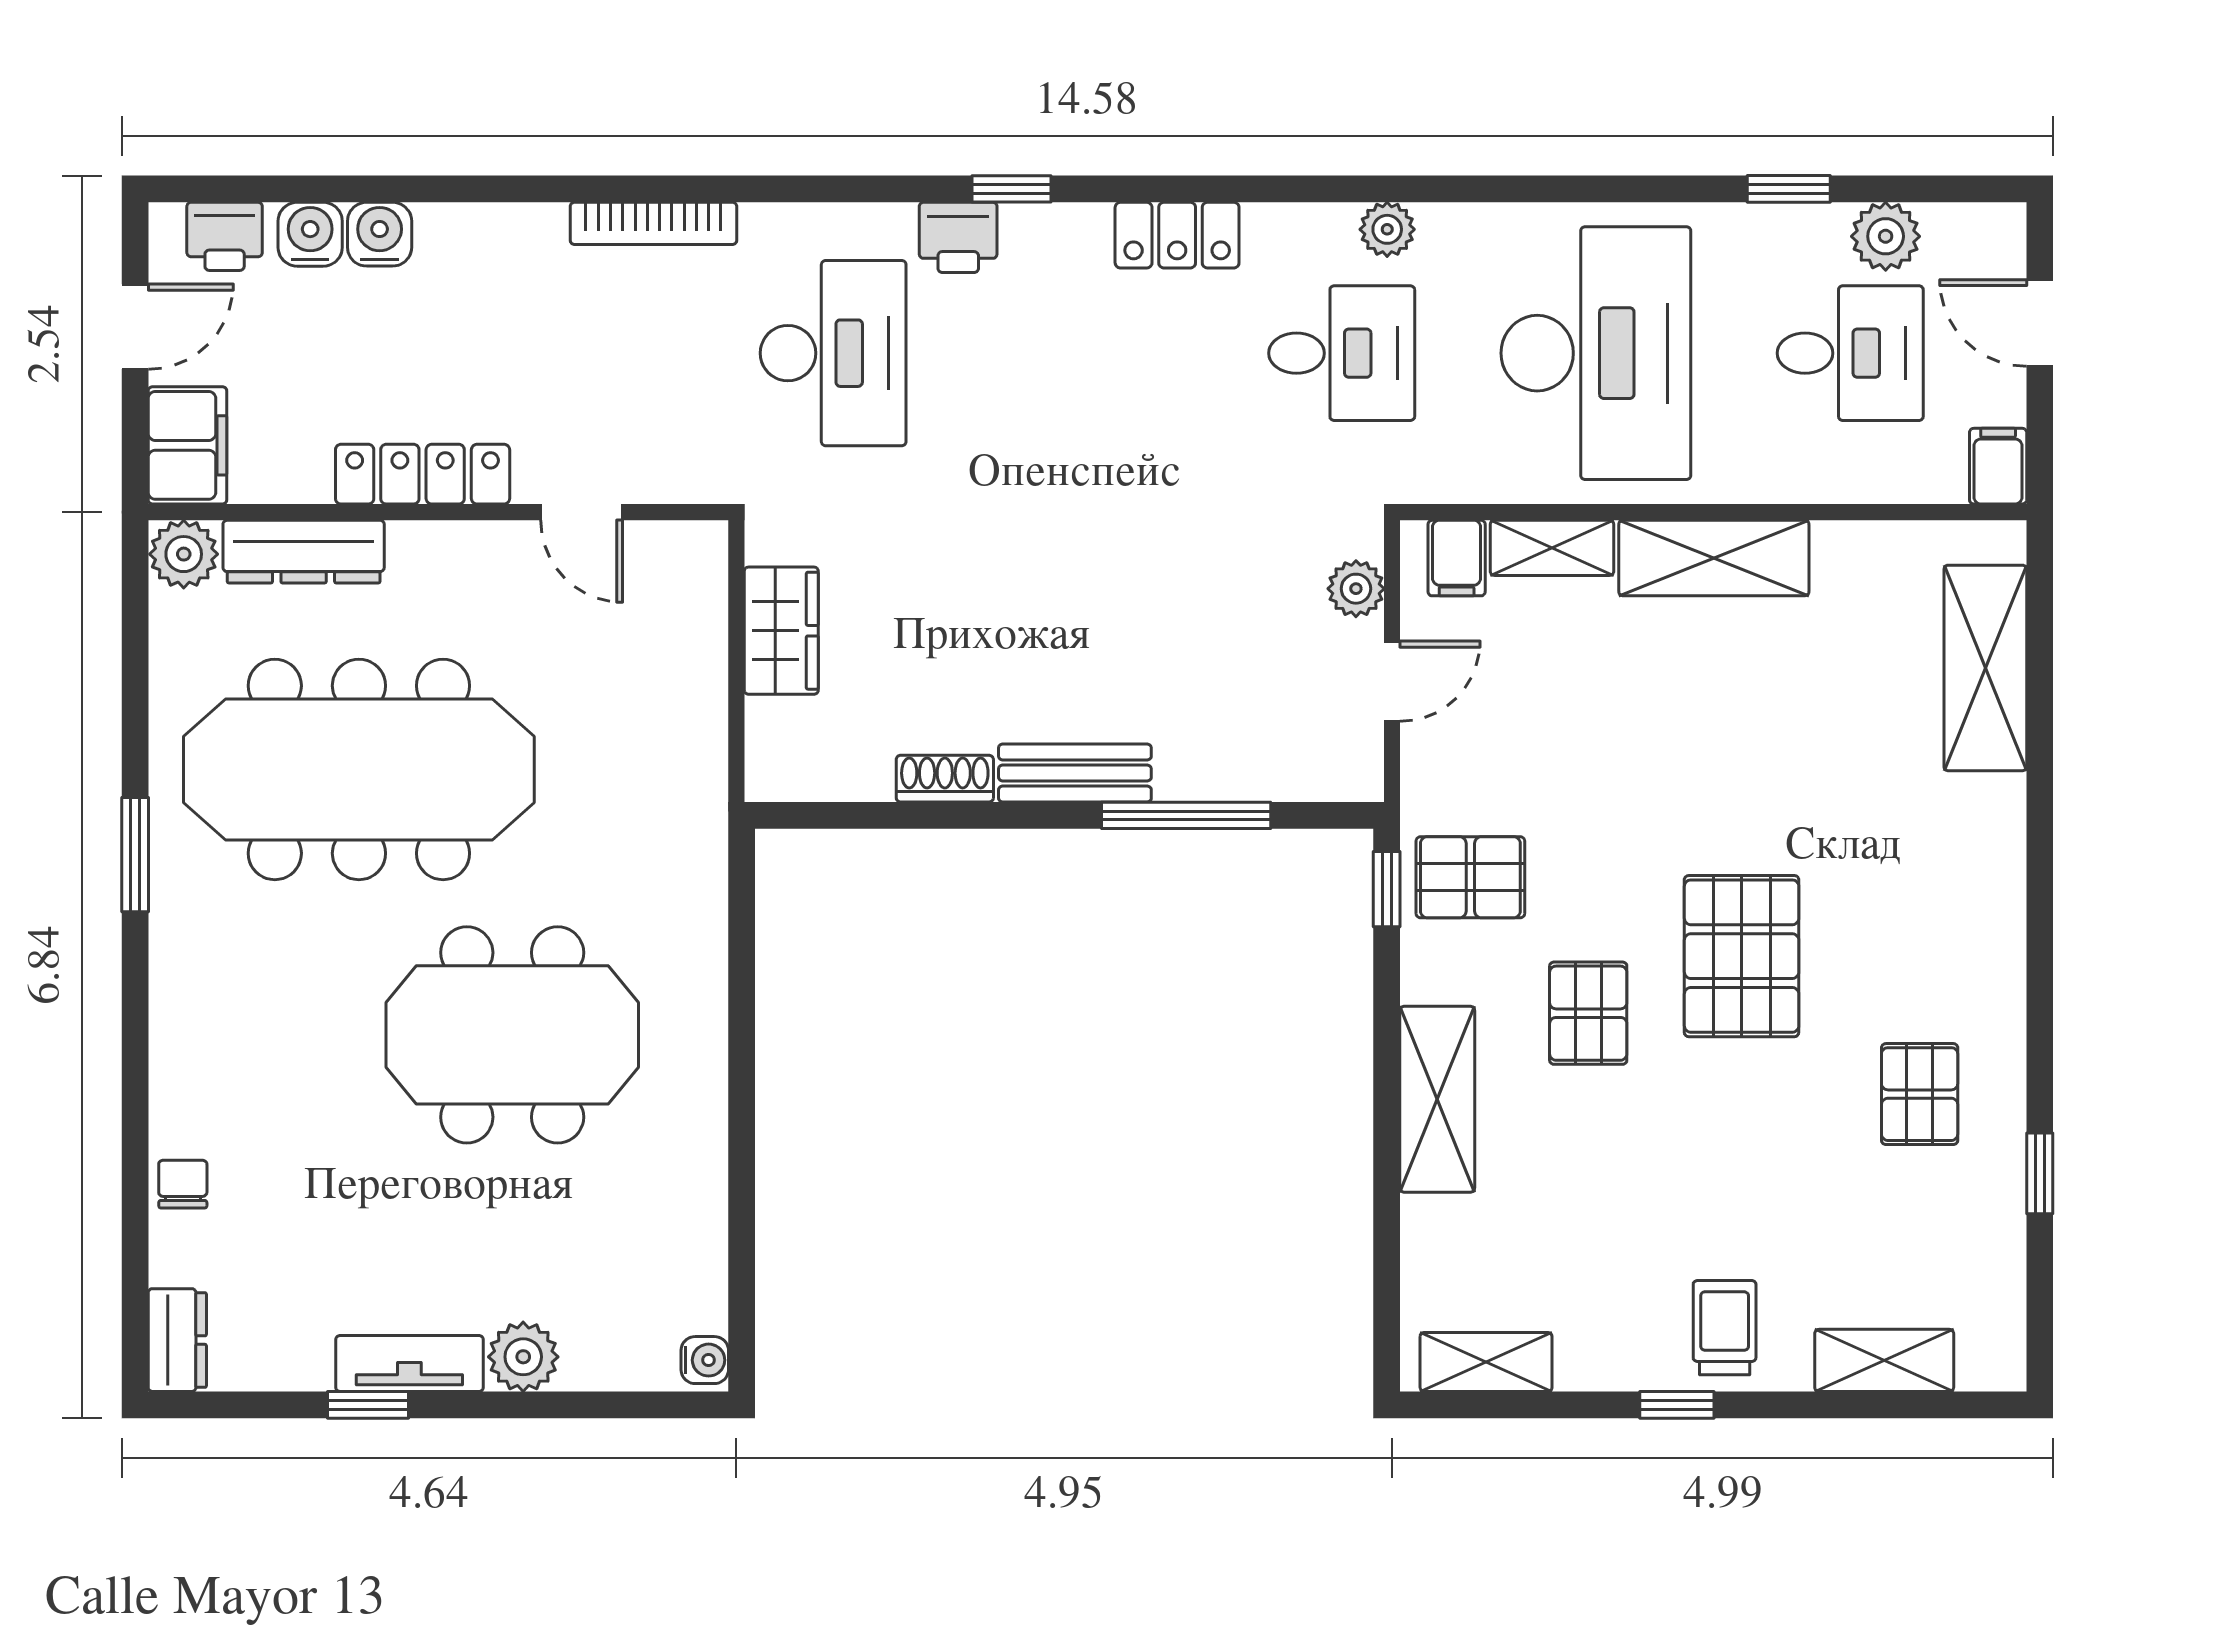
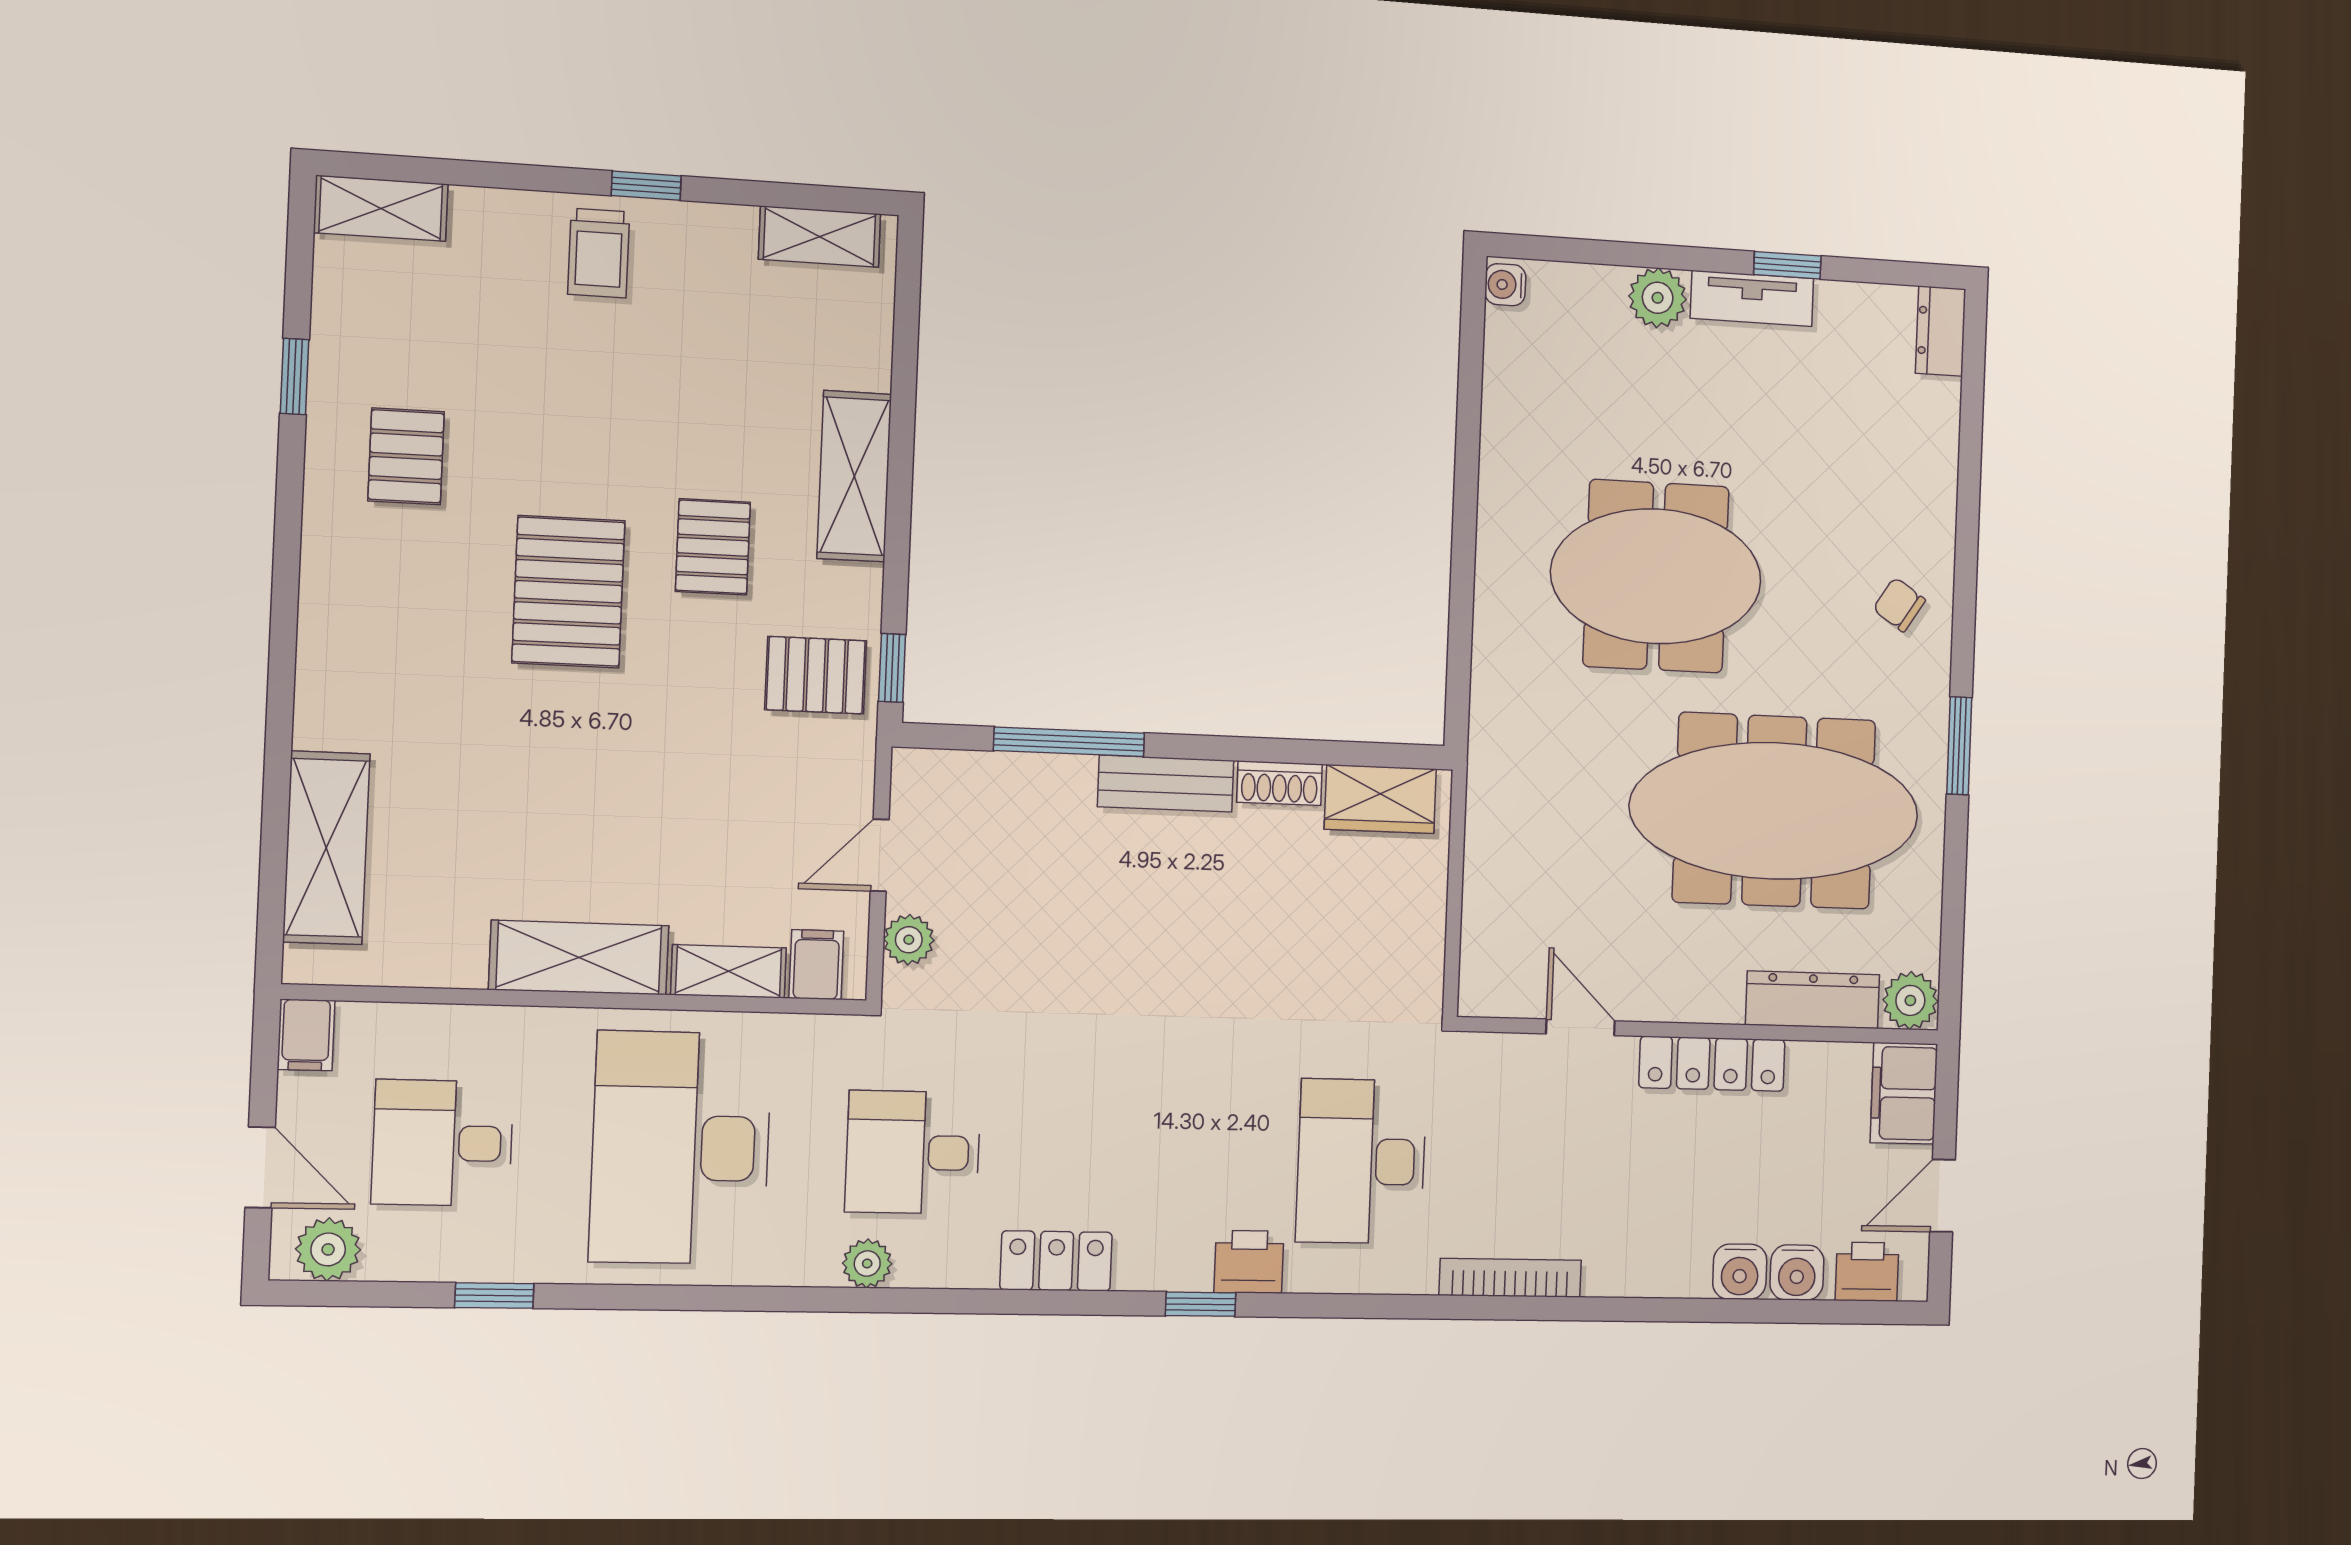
plant: (1886, 236) -> (328, 1249), moved
wardrobe: (781, 631) -> (1380, 799), moved, turned -90
chair: (183, 1184) -> (1899, 605), moved, turned 123
shelving: (1884, 1360) -> (381, 208), moved

